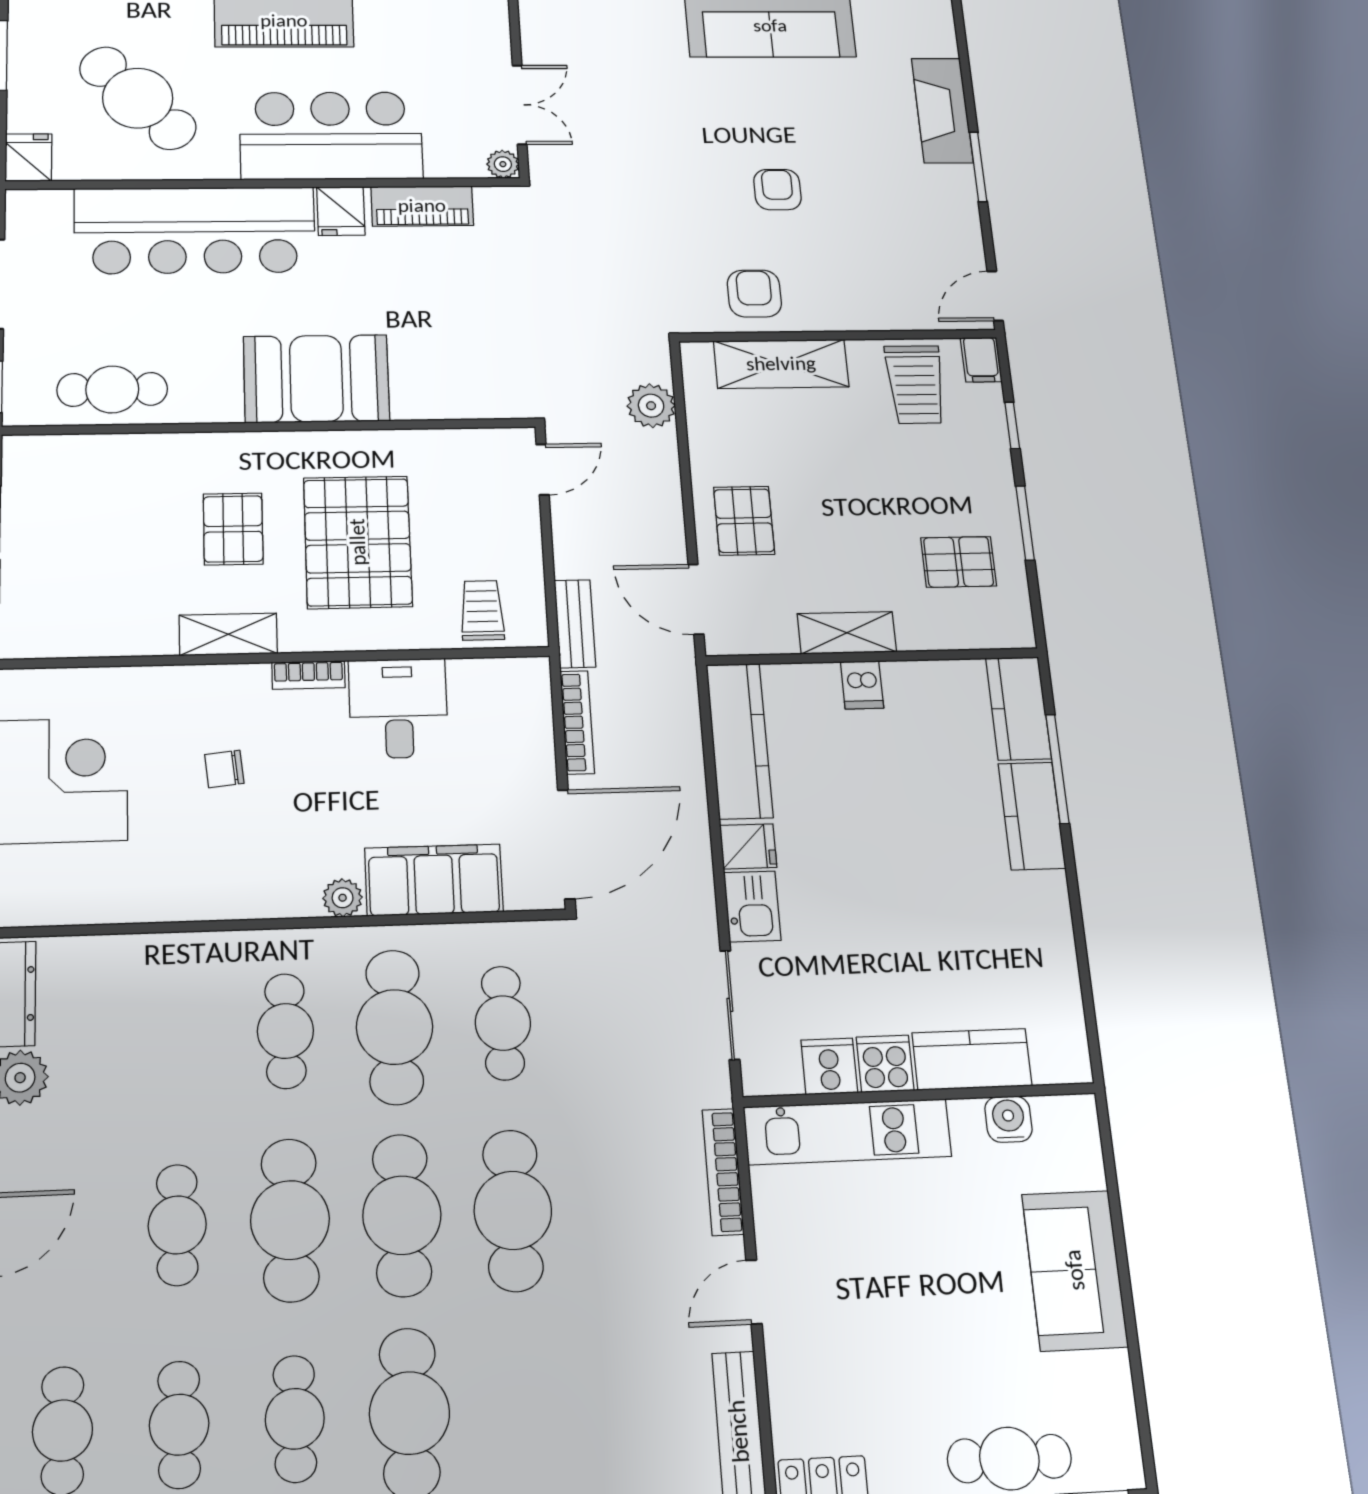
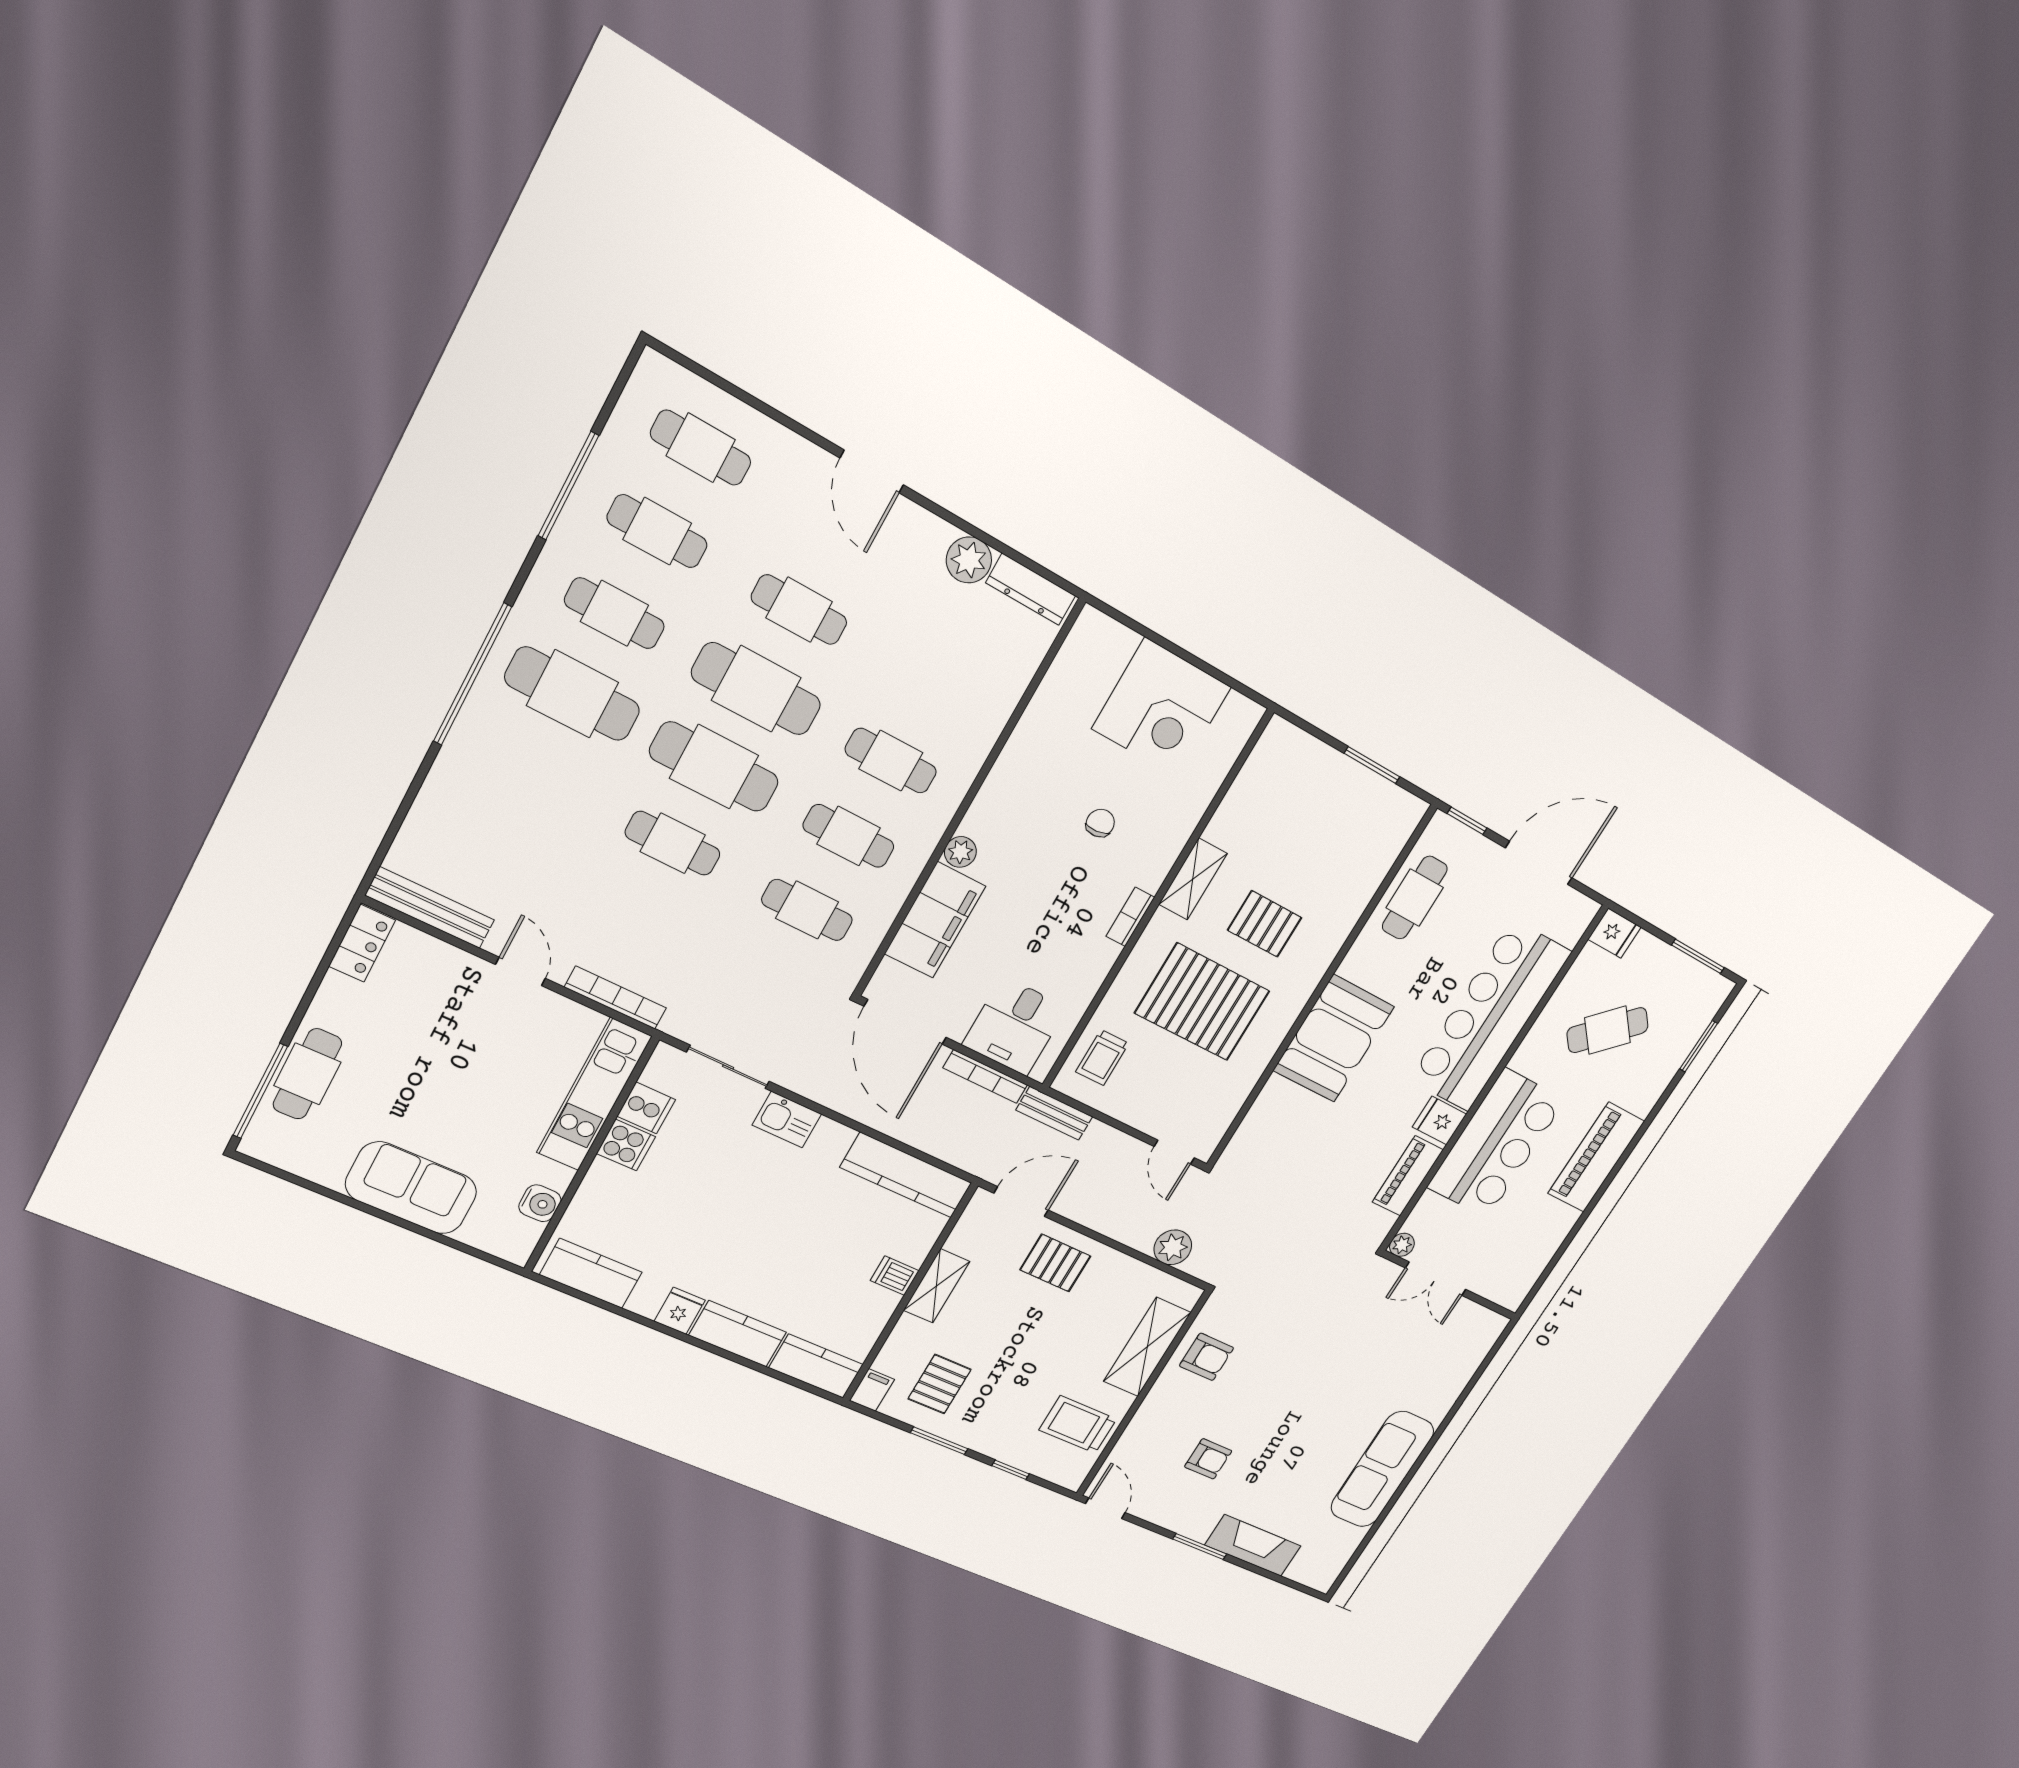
cafe table: (138, 98) -> (1607, 1030), width x0.73, depth x0.74
armchair: (777, 190) -> (1208, 1459), moved
filing cabinet: (981, 360) -> (872, 1390), moved, turned 90
trolley: (482, 610) -> (1102, 1058), turned 90
desk: (398, 708) -> (1015, 1026), moved, turned 90
window: (1057, 769) -> (759, 1368), removed
fridge: (748, 846) -> (680, 1311), moved, turned 180
cafe table: (395, 1027) -> (849, 836), width x0.73, depth x0.74
kitchen counter: (972, 1059) -> (591, 1273), moved, turned -90
cafe table: (513, 1210) -> (673, 843), width x0.73, depth x0.74

